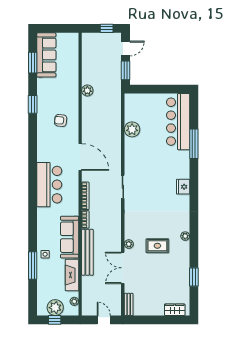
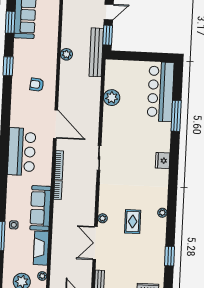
rug: (157, 246) -> (133, 222), turned 90
bench: (87, 252) -> (96, 52), moved

